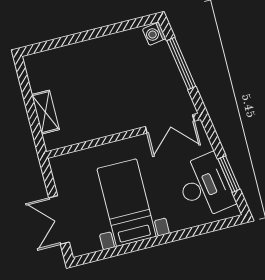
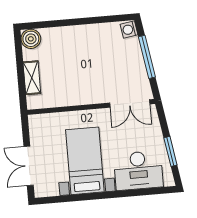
boiler: (36, 65) -> (31, 39), added
desk: (205, 186) -> (138, 170), moved, turned 99

